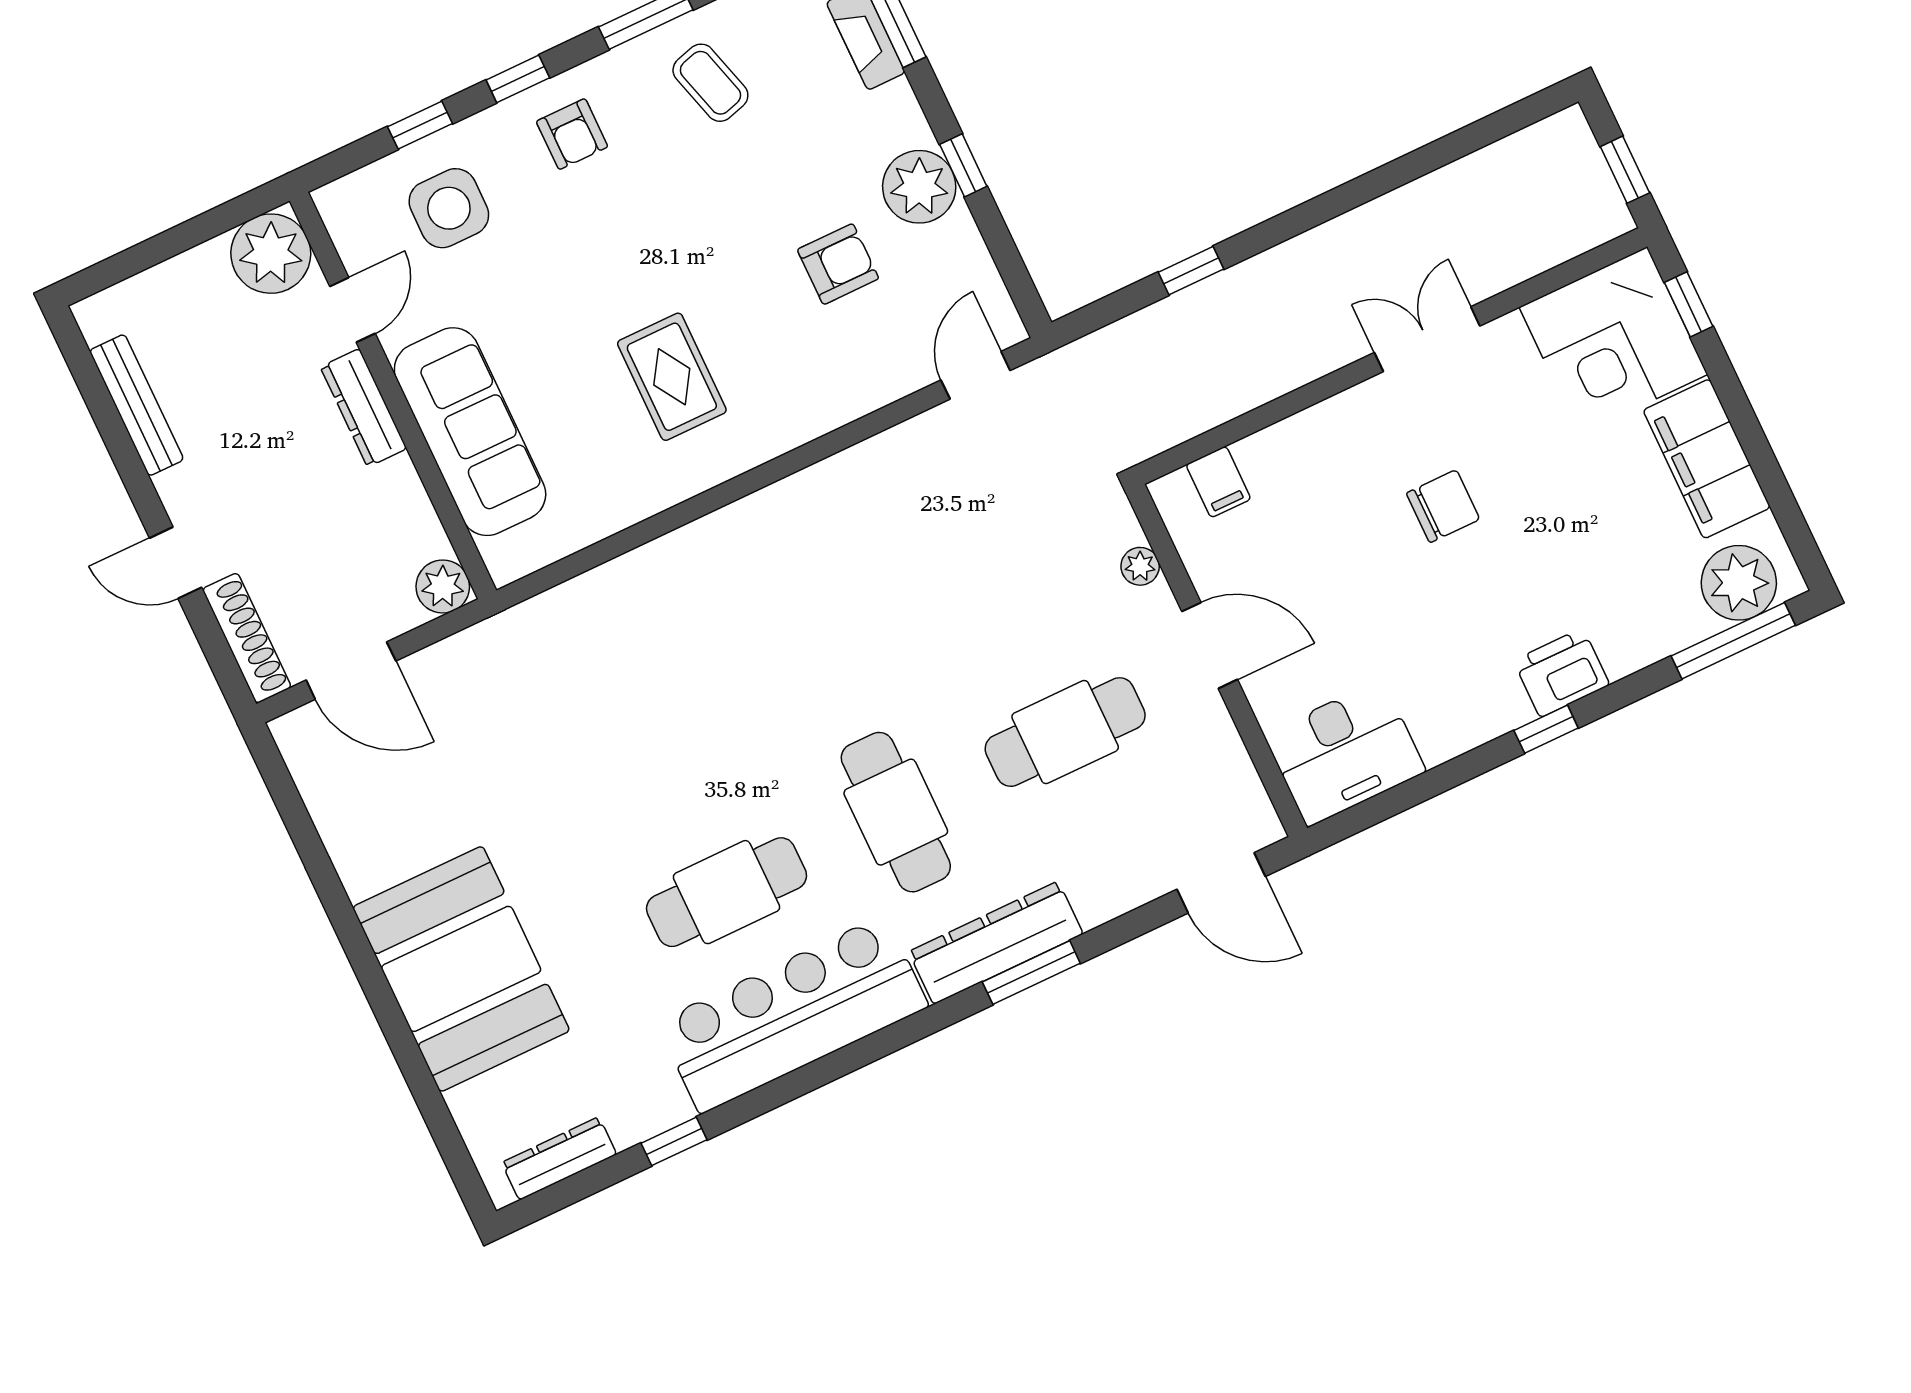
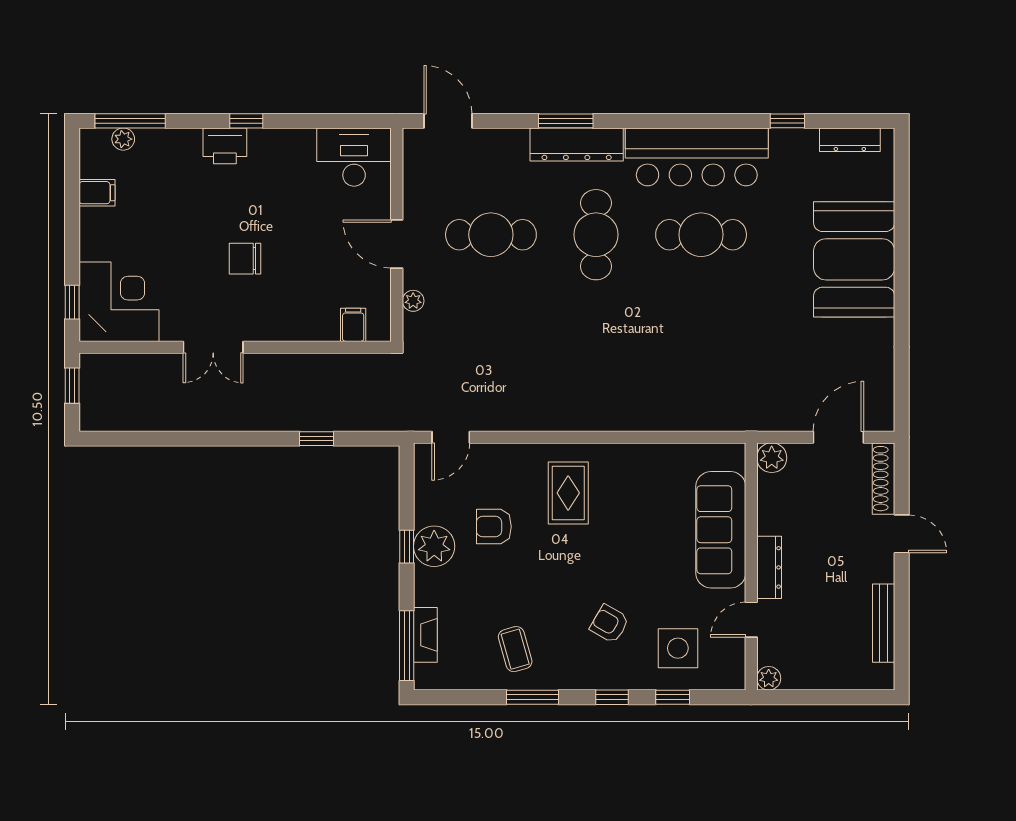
armchair: (572, 134) -> (609, 624), moved, turned -60
plant: (271, 254) -> (769, 678), width x0.53, depth x0.53
rug: (672, 377) -> (568, 493), moved
filing cabinet: (1707, 459) -> (97, 193), width x0.33, depth x0.86
plant: (1739, 583) -> (123, 139), width x0.53, depth x0.53
door: (351, 671) -> (838, 437), hinge flipped

